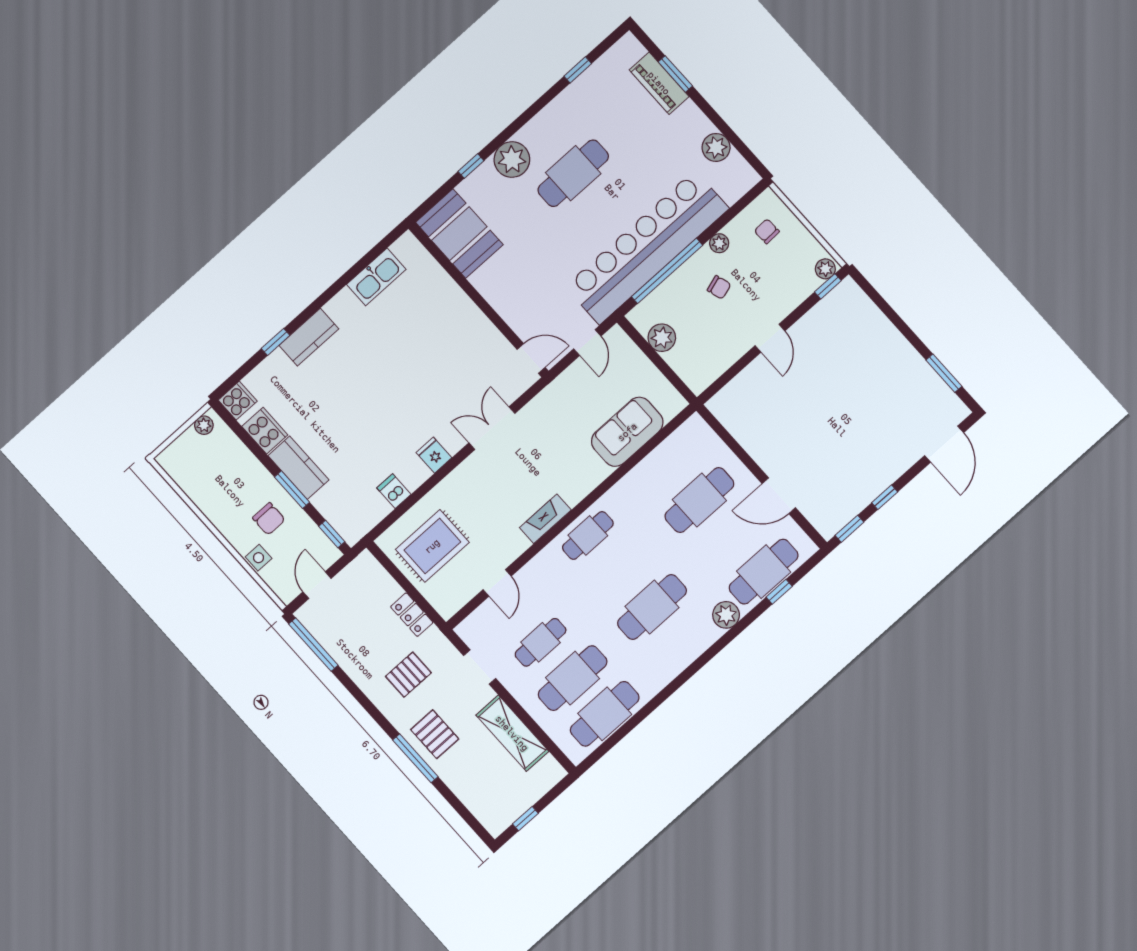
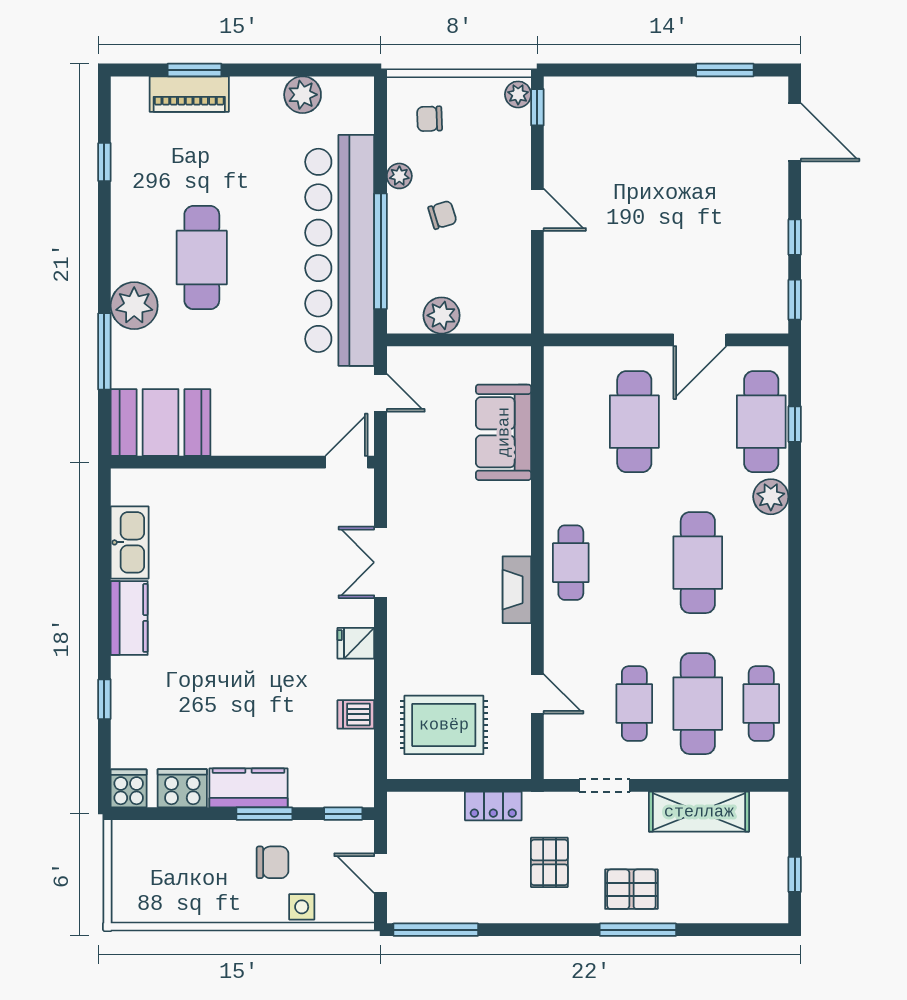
window: (471, 166) -> (104, 351), width x2.17
kitchen counter: (309, 337) -> (129, 618), moved
plant: (204, 425) -> (123, 843), removed
rug: (432, 546) -> (444, 725), turned 90
cafe table: (605, 714) -> (761, 704), width x0.73, depth x0.74

